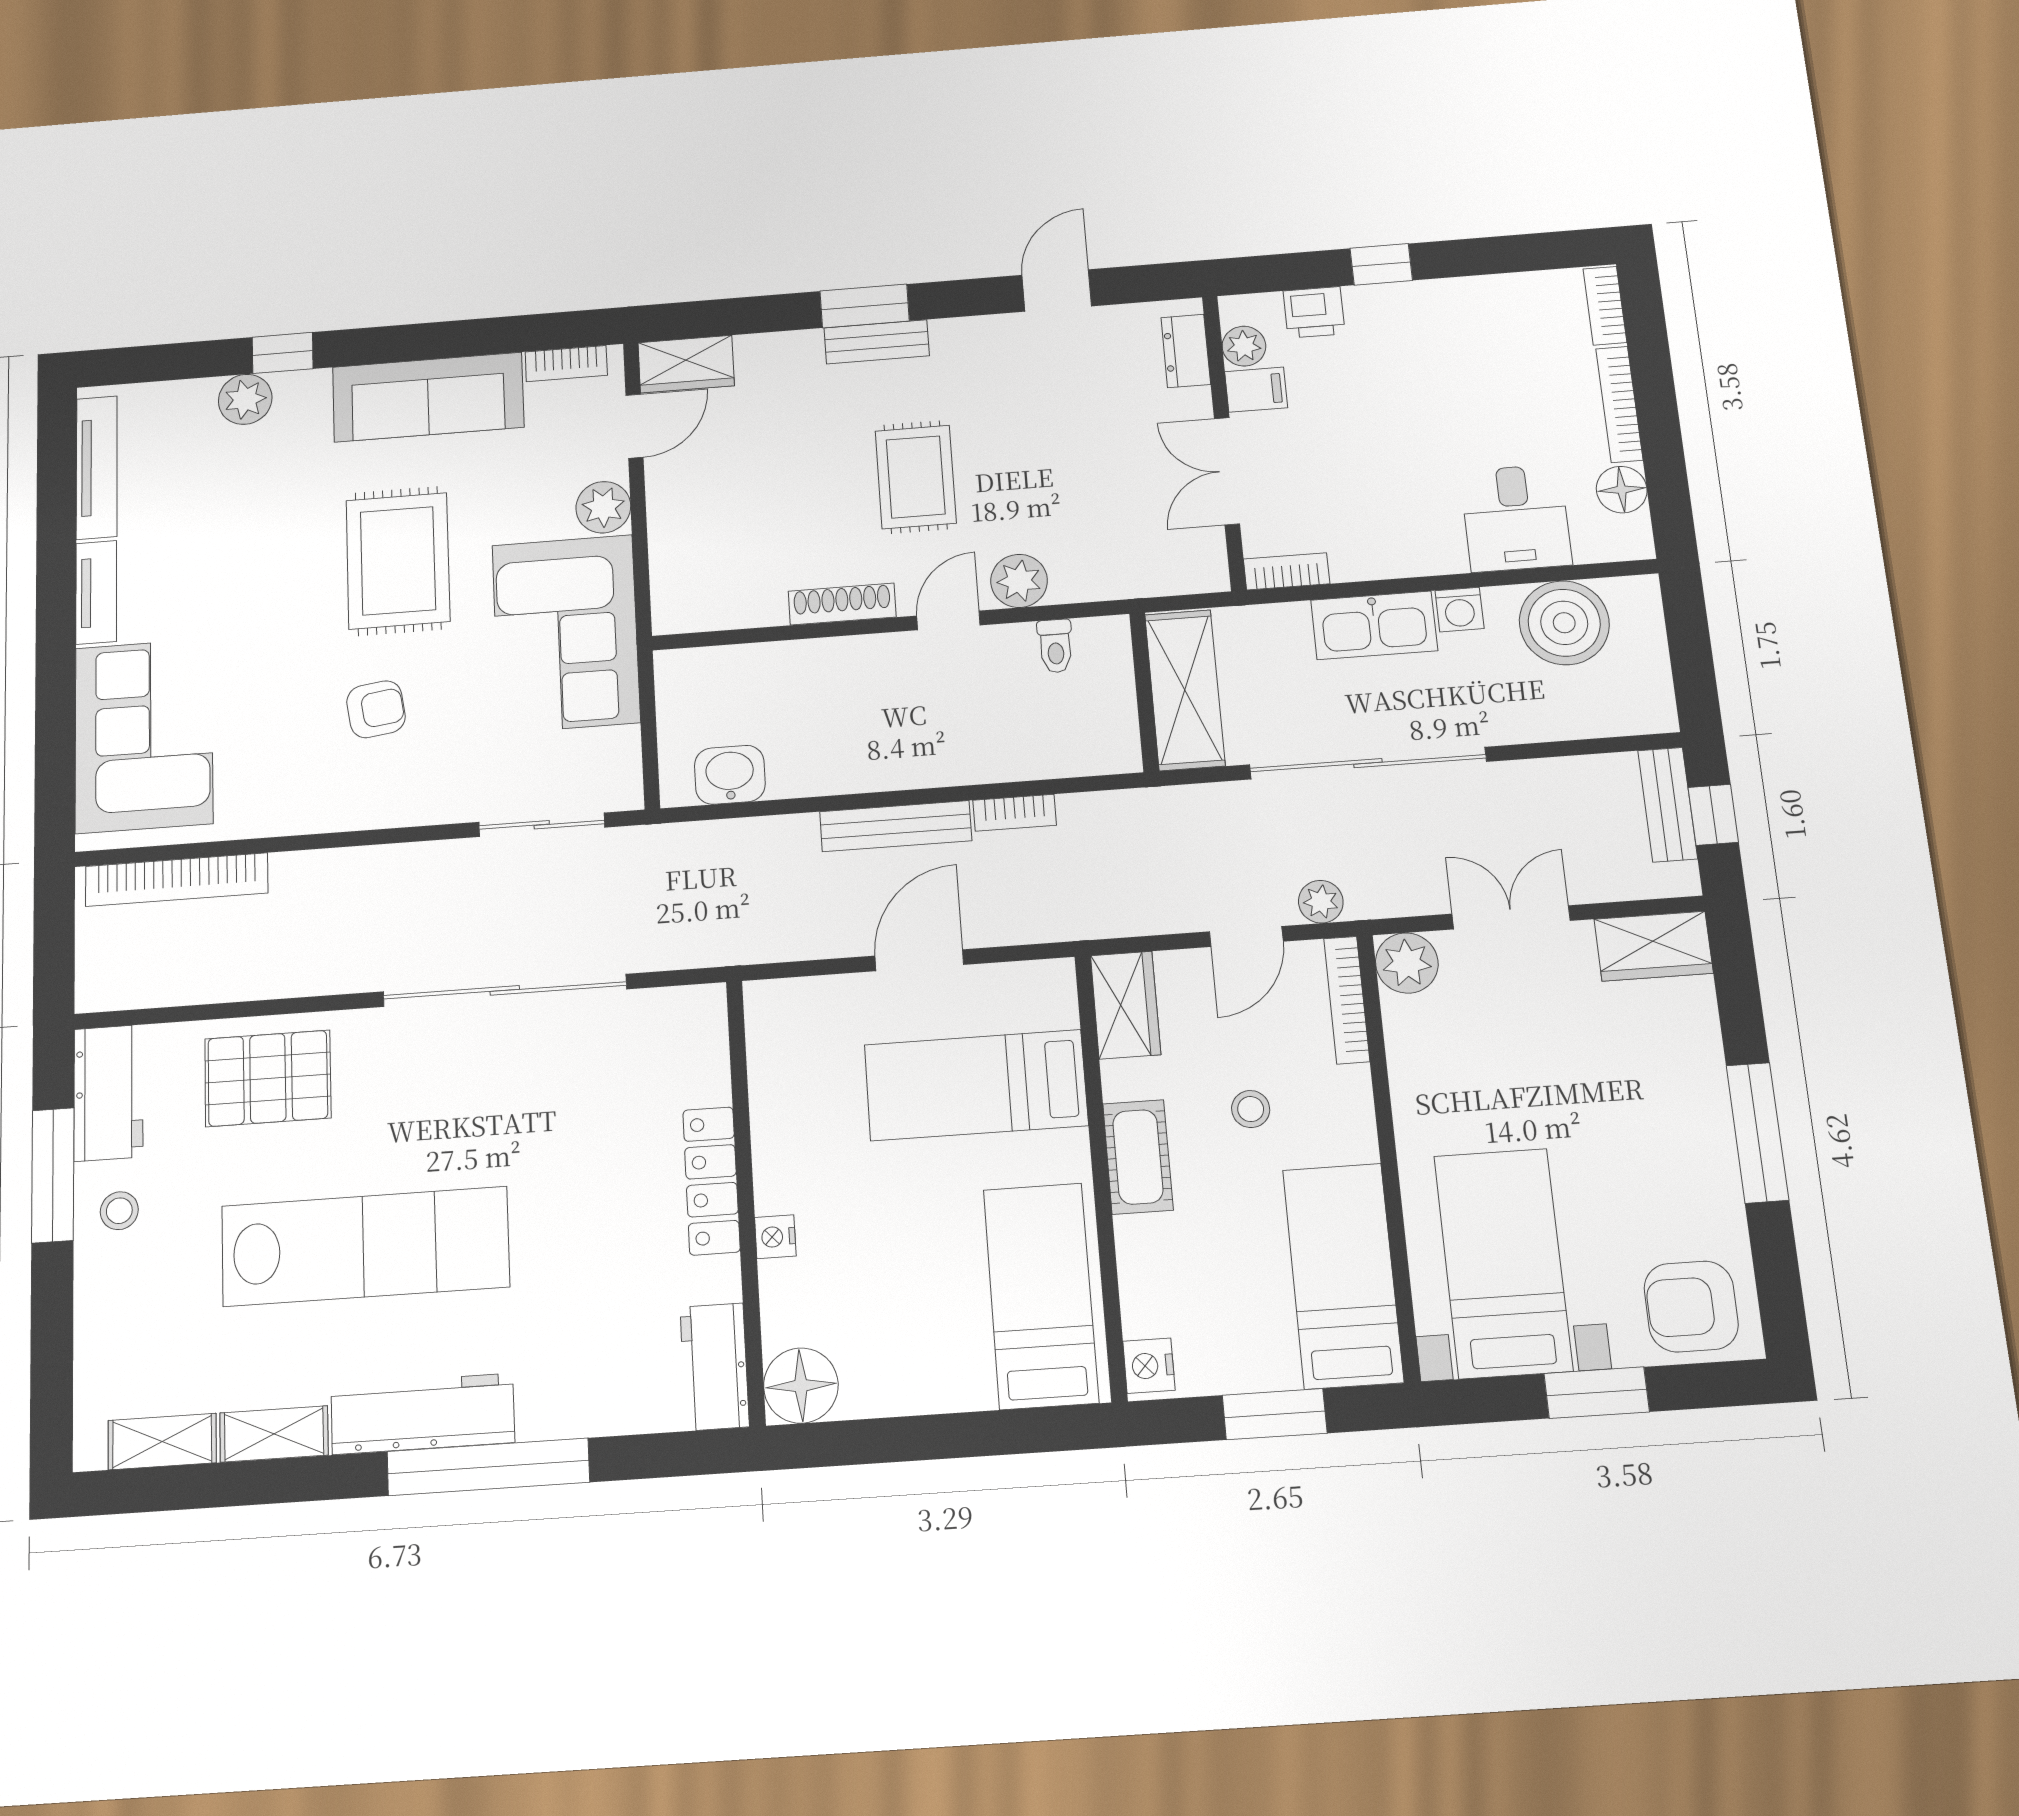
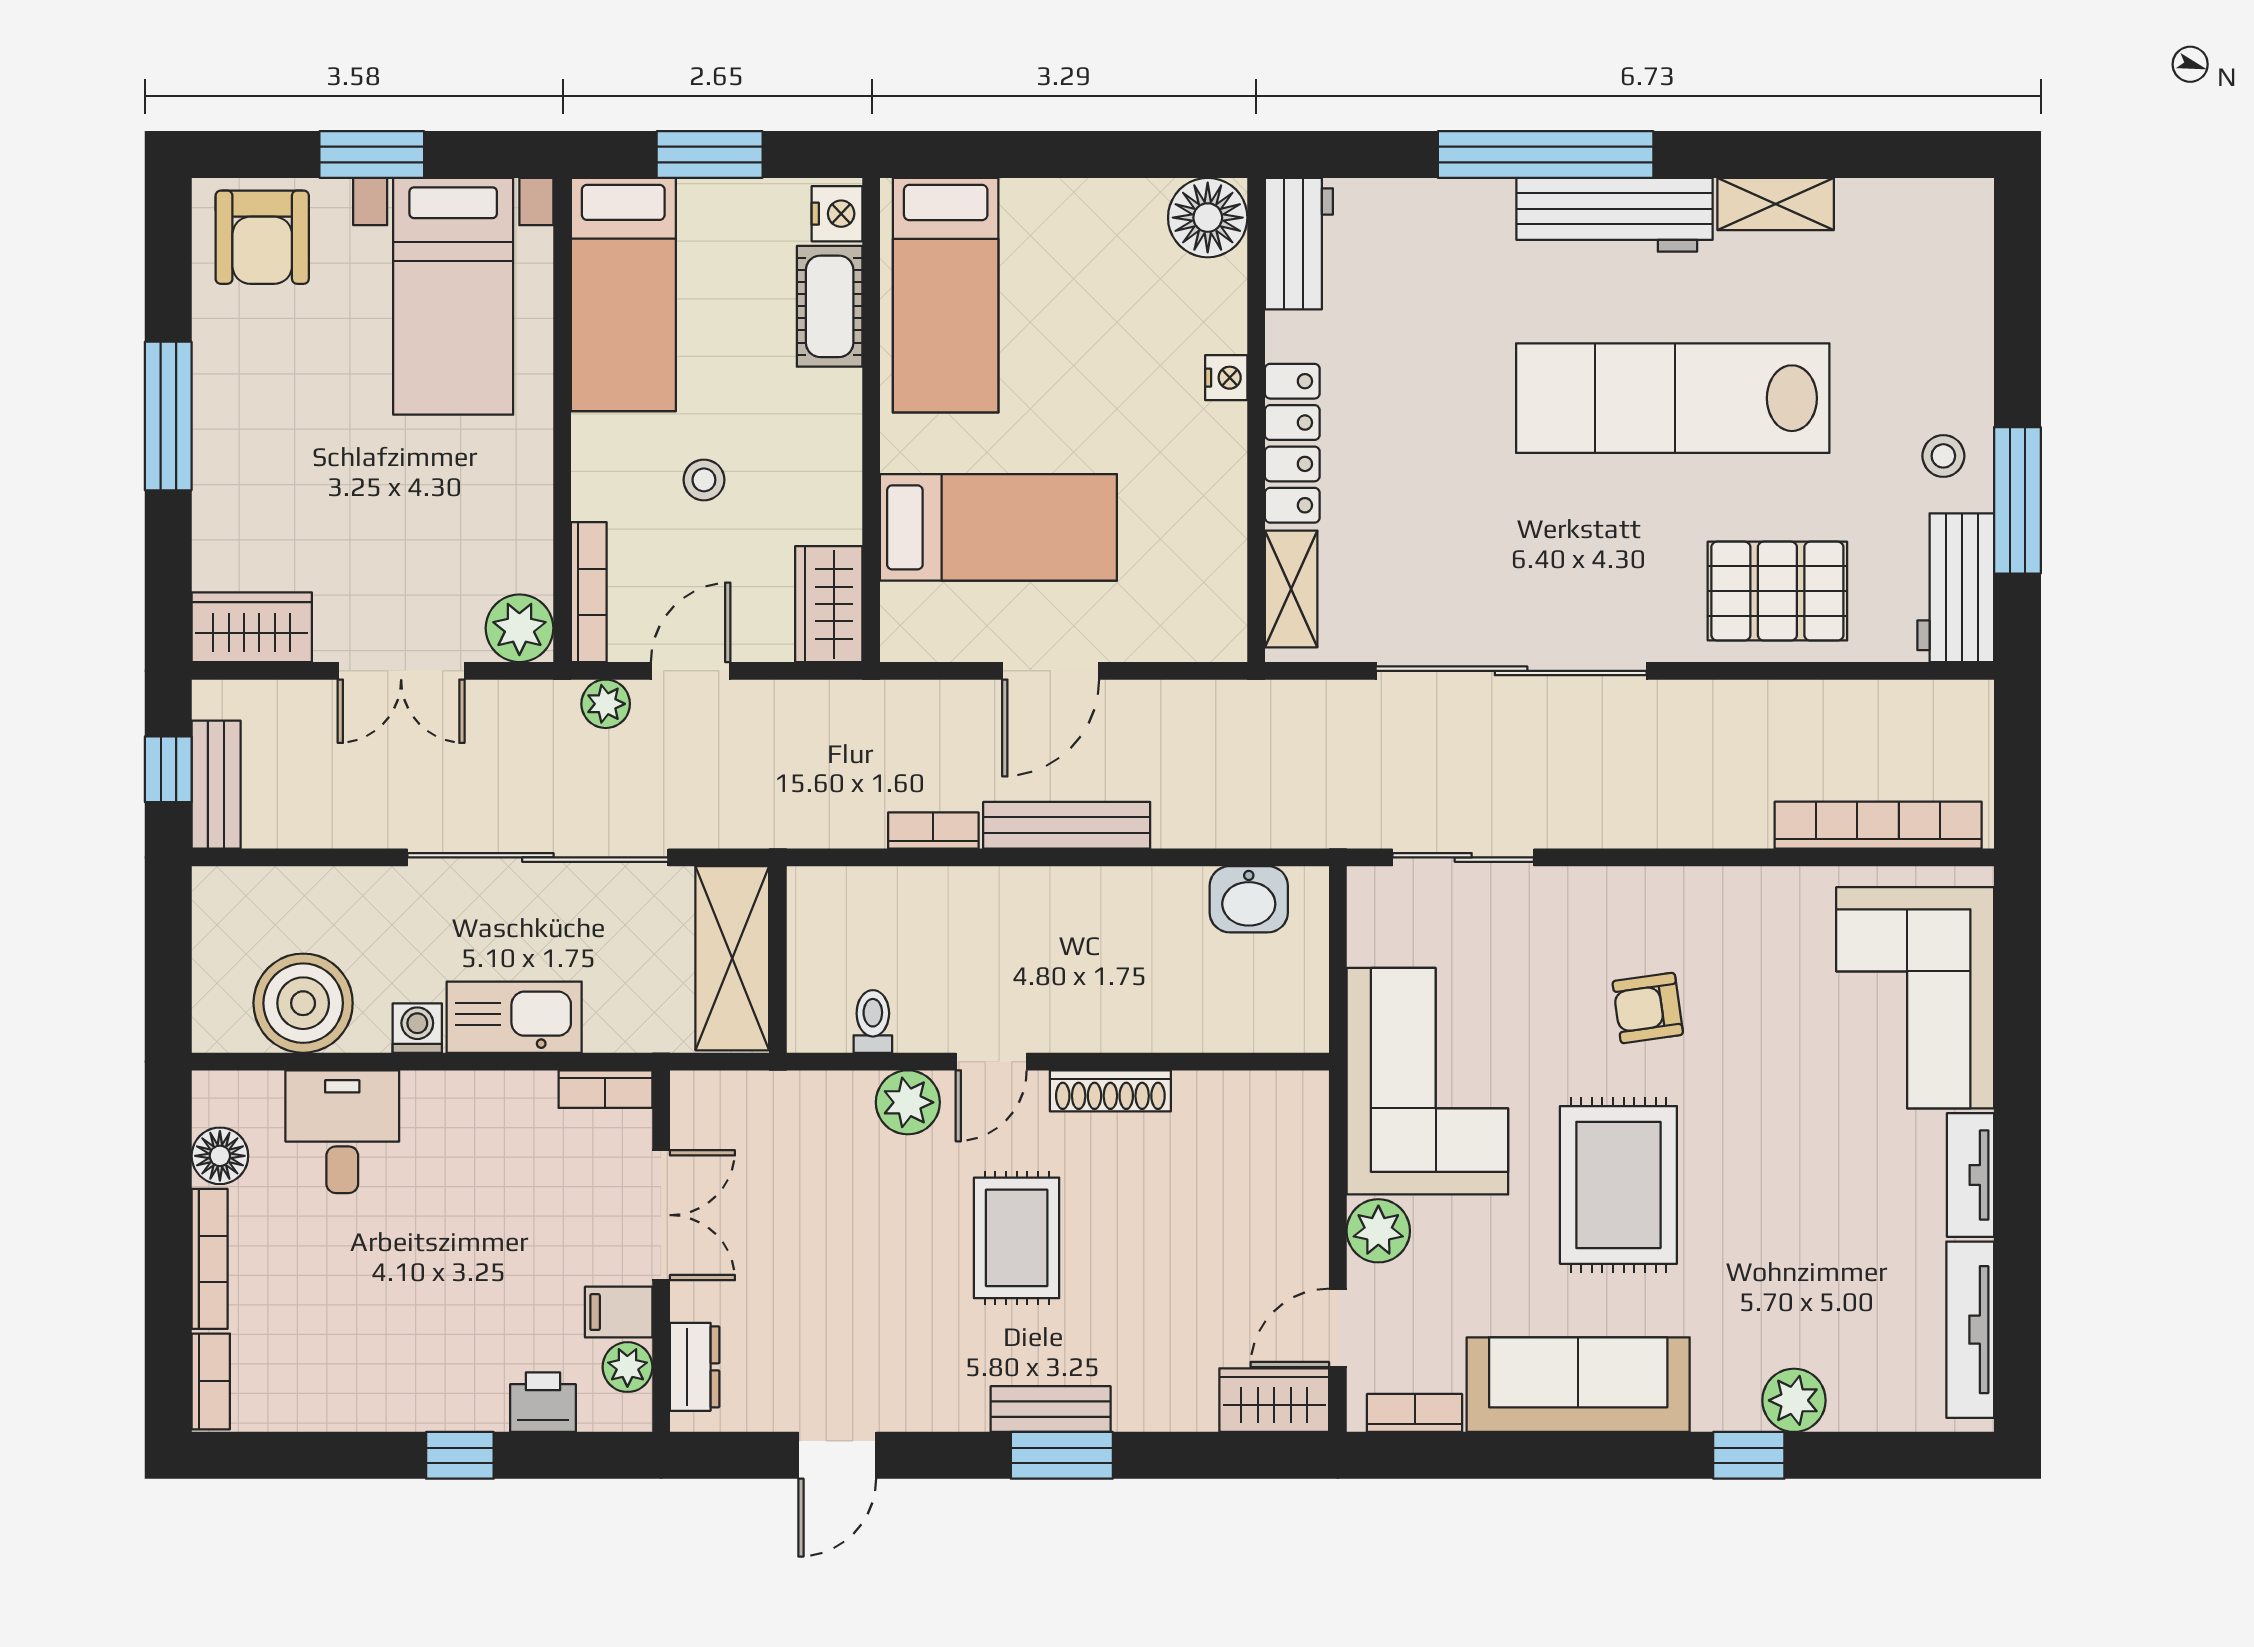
cot: (1138, 1157) -> (830, 306), moved
armchair: (1691, 1306) -> (262, 237), turned 90
shelving: (162, 1441) -> (1291, 589), moved, turned 90

